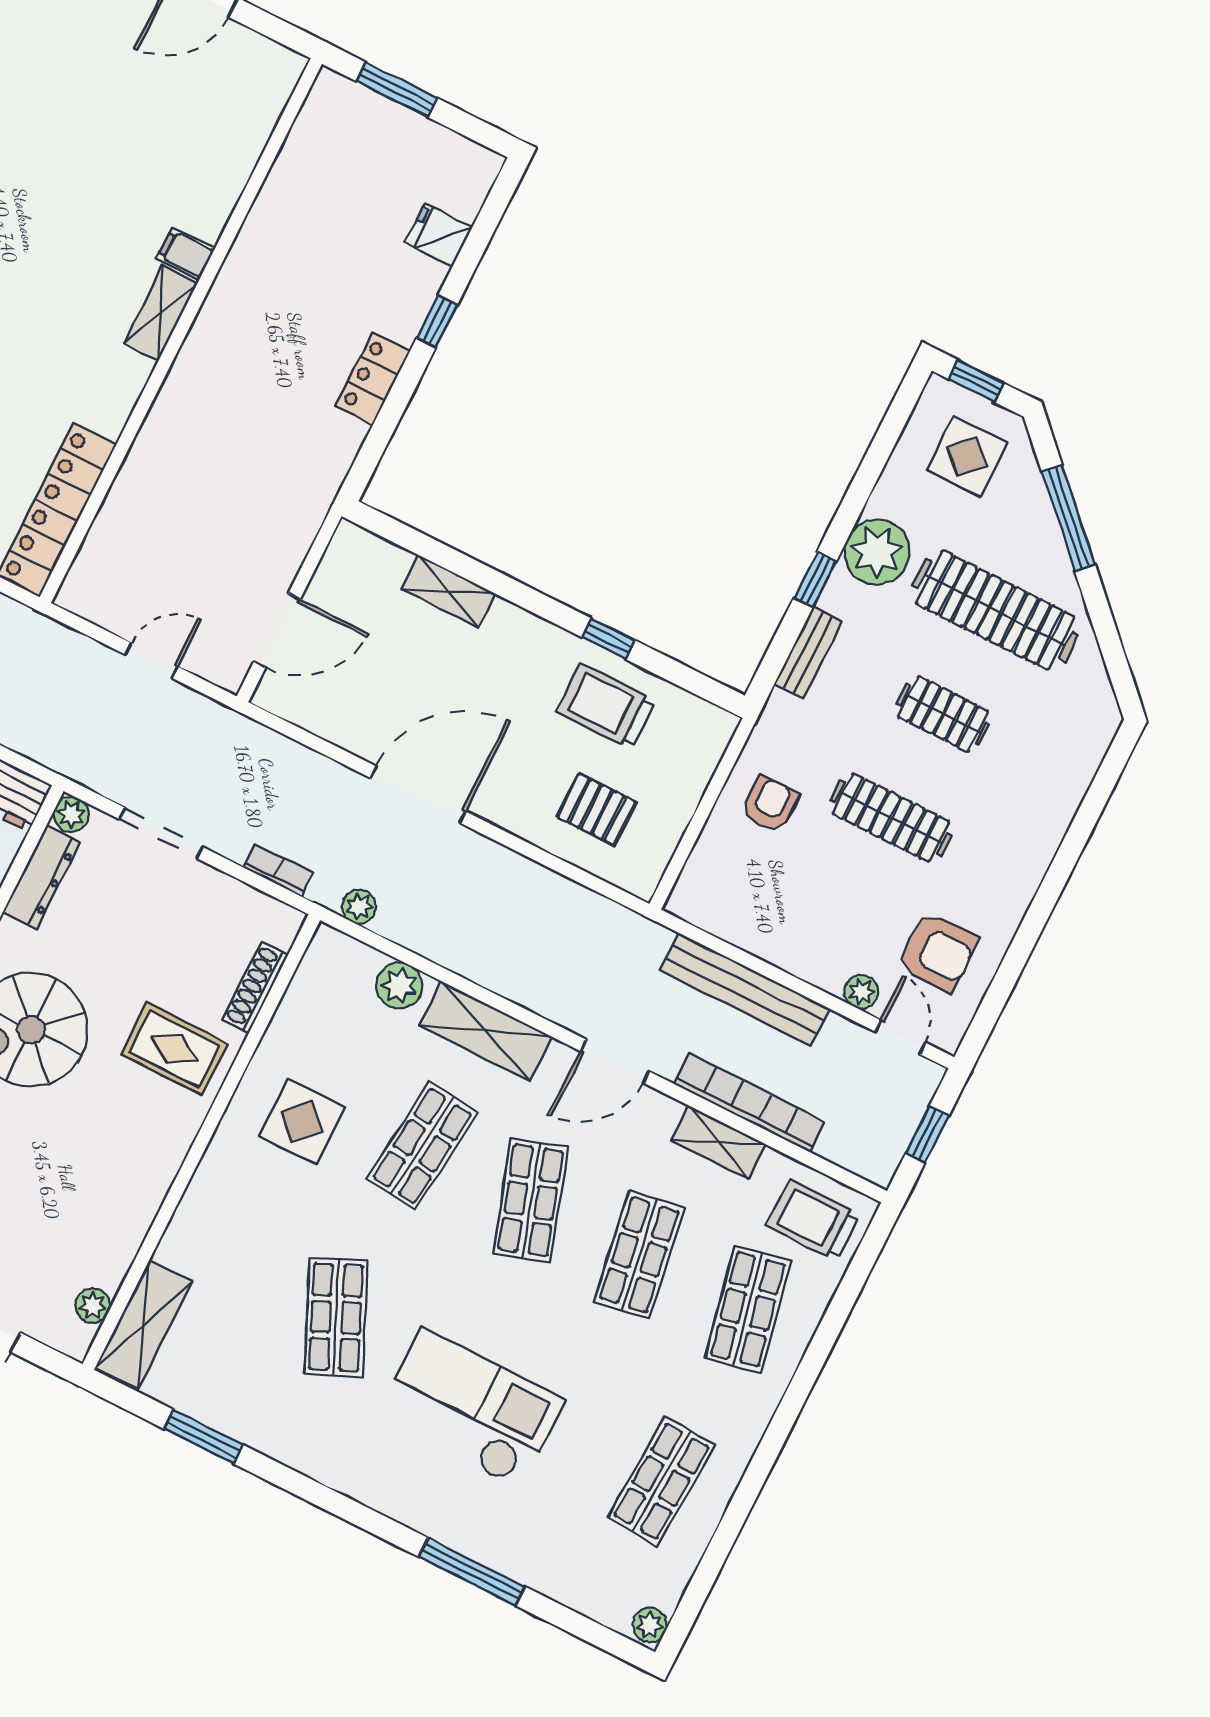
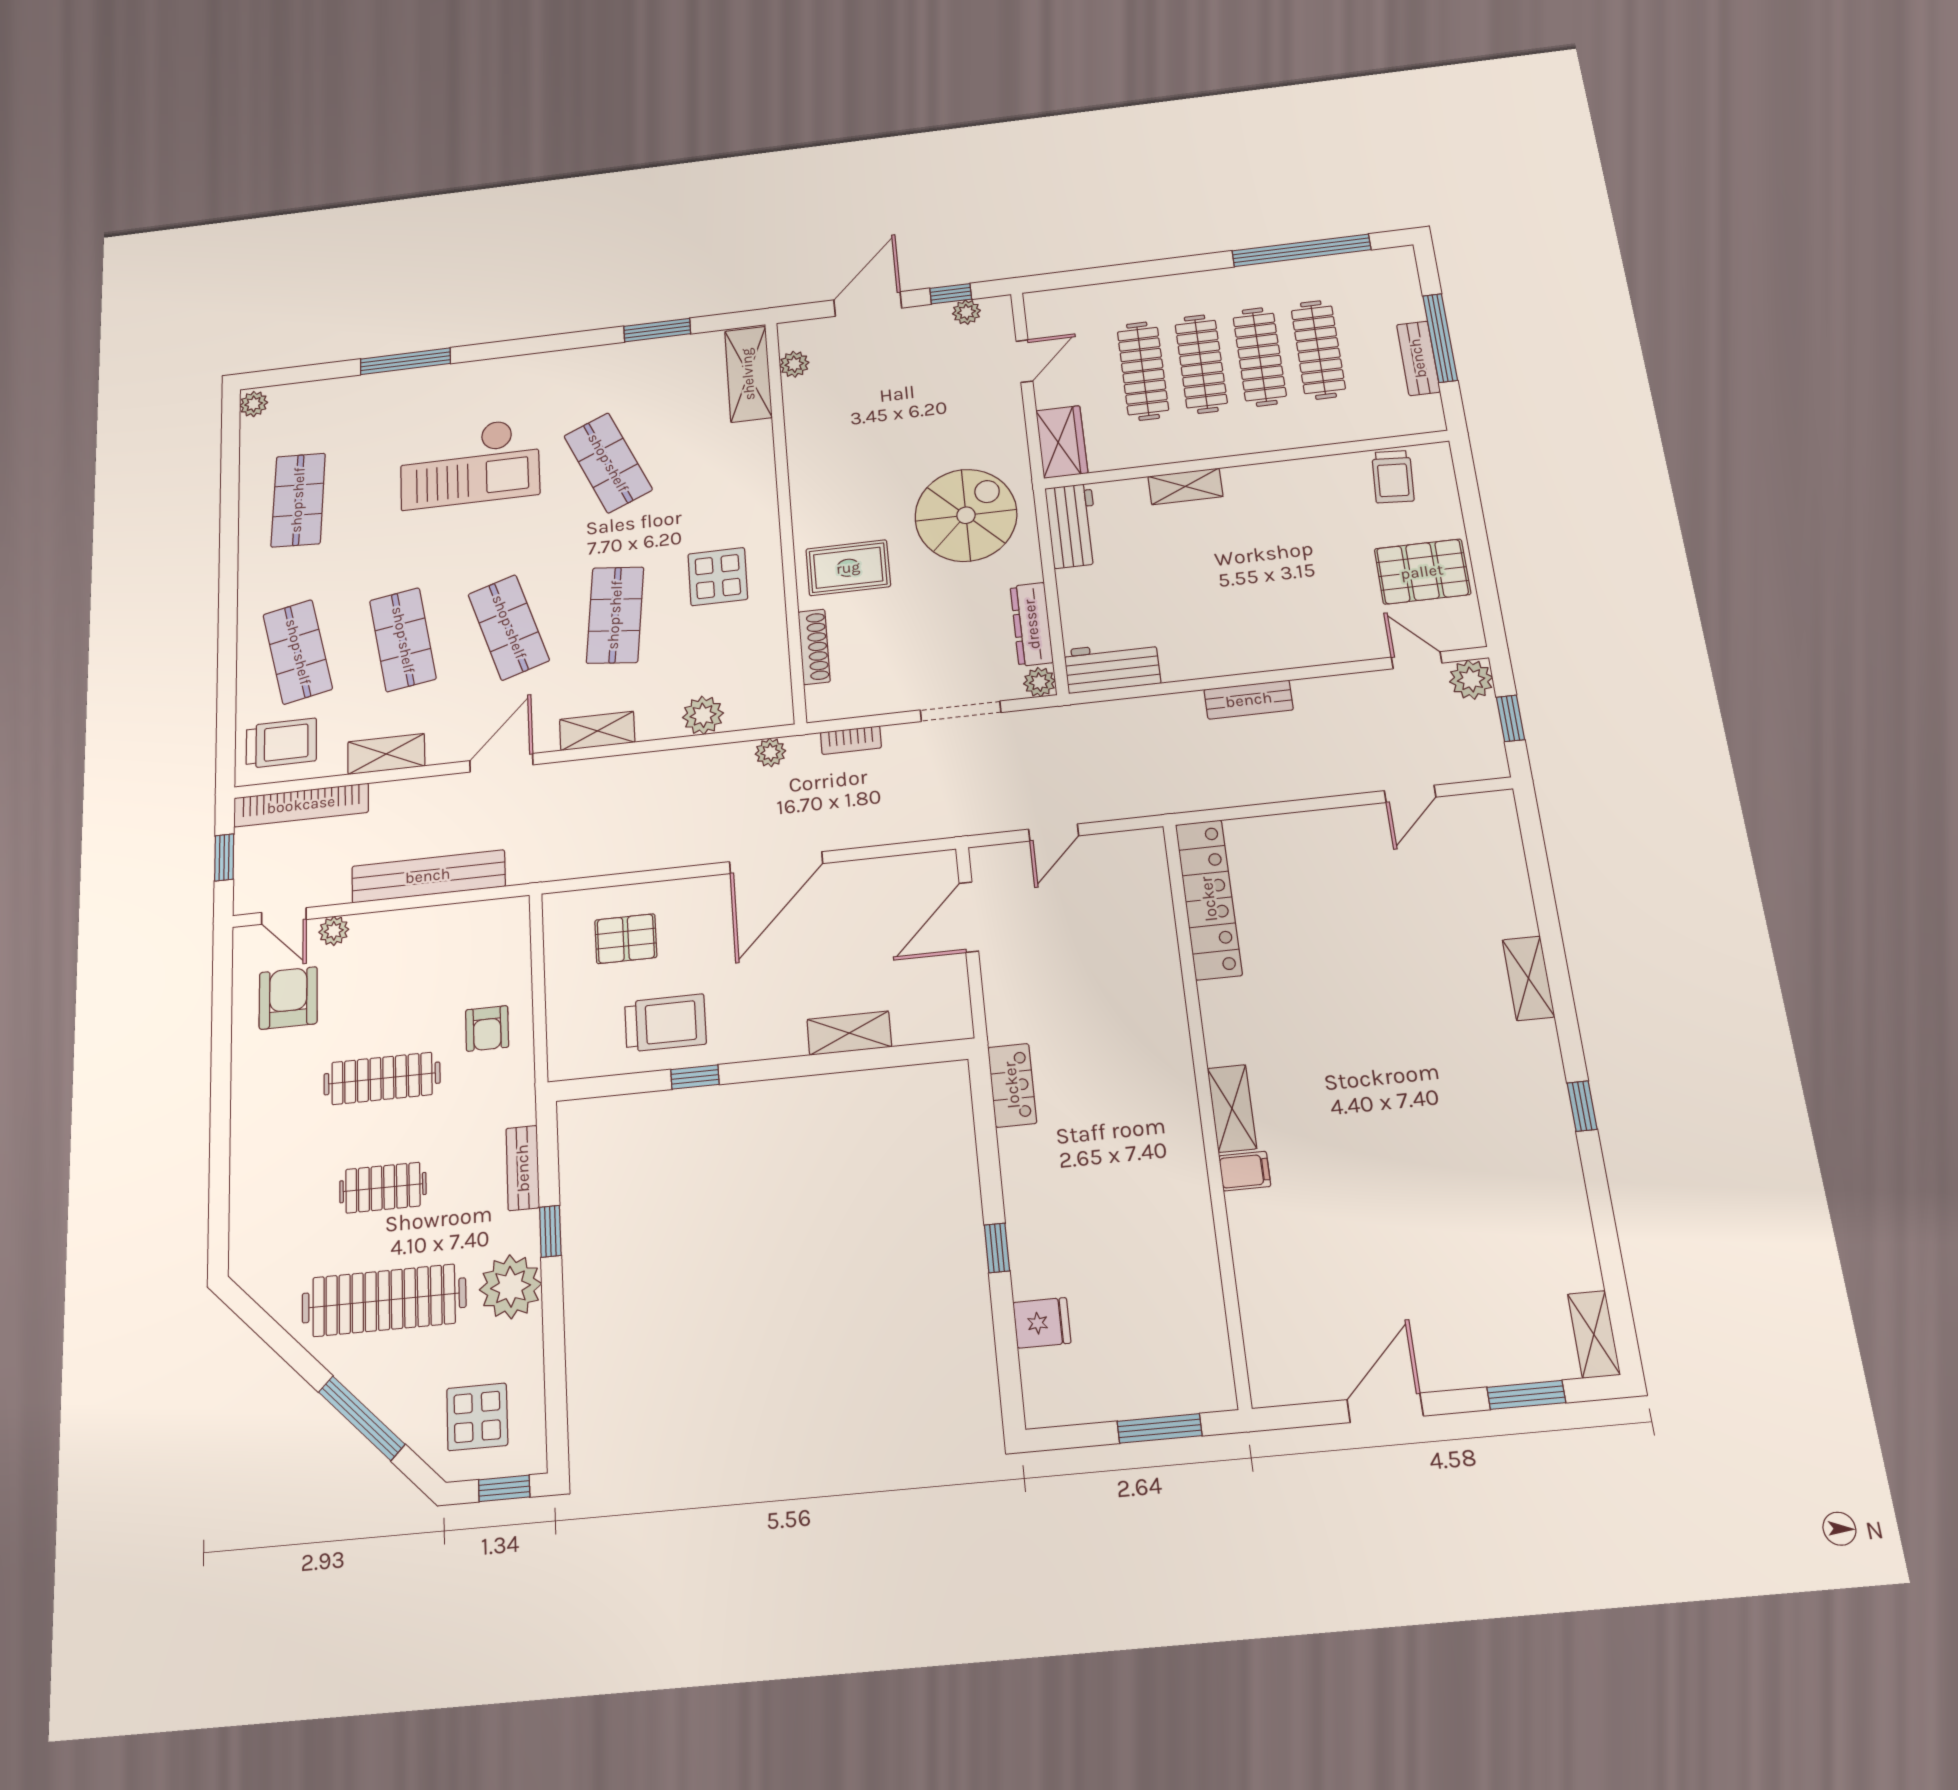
locker: (373, 379) -> (1012, 1085), moved
armchair: (937, 952) -> (288, 998), turned 90
shelving: (486, 1031) -> (597, 731), width x0.67, depth x0.75
bookcase: (750, 1103) -> (301, 805), moved

